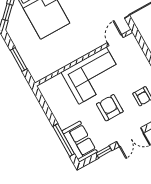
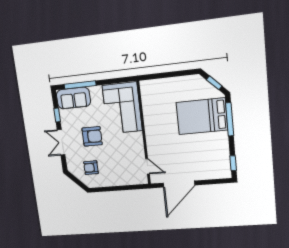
window: (19, 59) -> (167, 75), removed
corner sofa: (93, 76) -> (122, 108), moved

